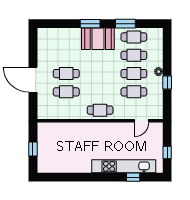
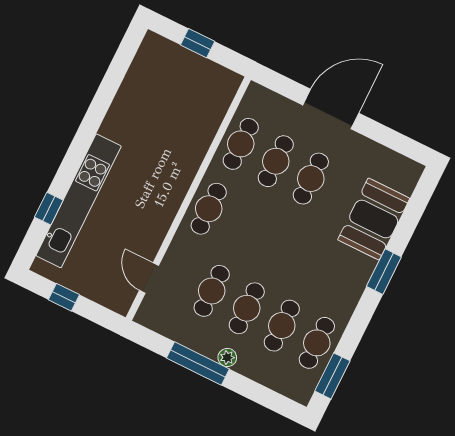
window: (125, 24) -> (332, 376), moved
booth: (98, 39) -> (374, 219), moved
window: (167, 83) -> (198, 364), width x2.17
cafe table: (66, 110) -> (241, 144), added

